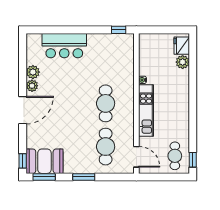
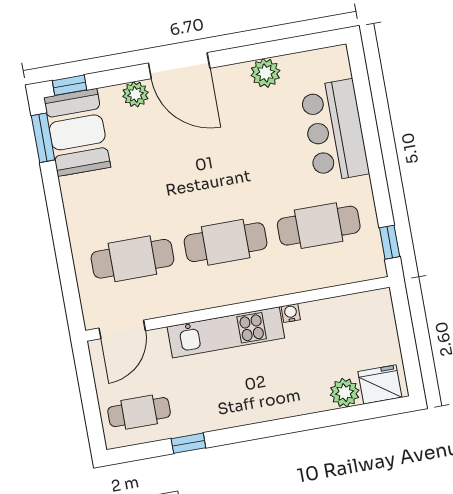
cafe table: (106, 60) -> (319, 226), added
plant: (32, 86) -> (135, 94), moved
window: (193, 160) -> (188, 443), moved
window: (84, 177) -> (58, 223), removed

